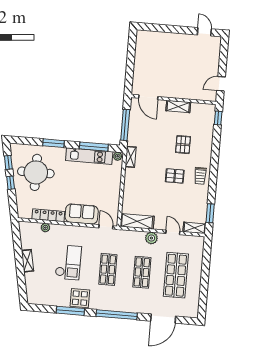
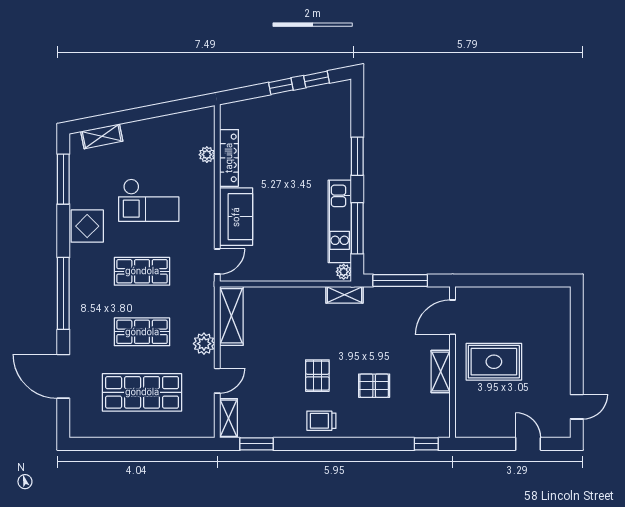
rug: (175, 76) -> (494, 362), added
door: (221, 84) -> (528, 444), moved
round table: (36, 172) -> (303, 129), removed
shelving: (27, 261) -> (102, 136), moved
window: (70, 311) -> (63, 179), moved

